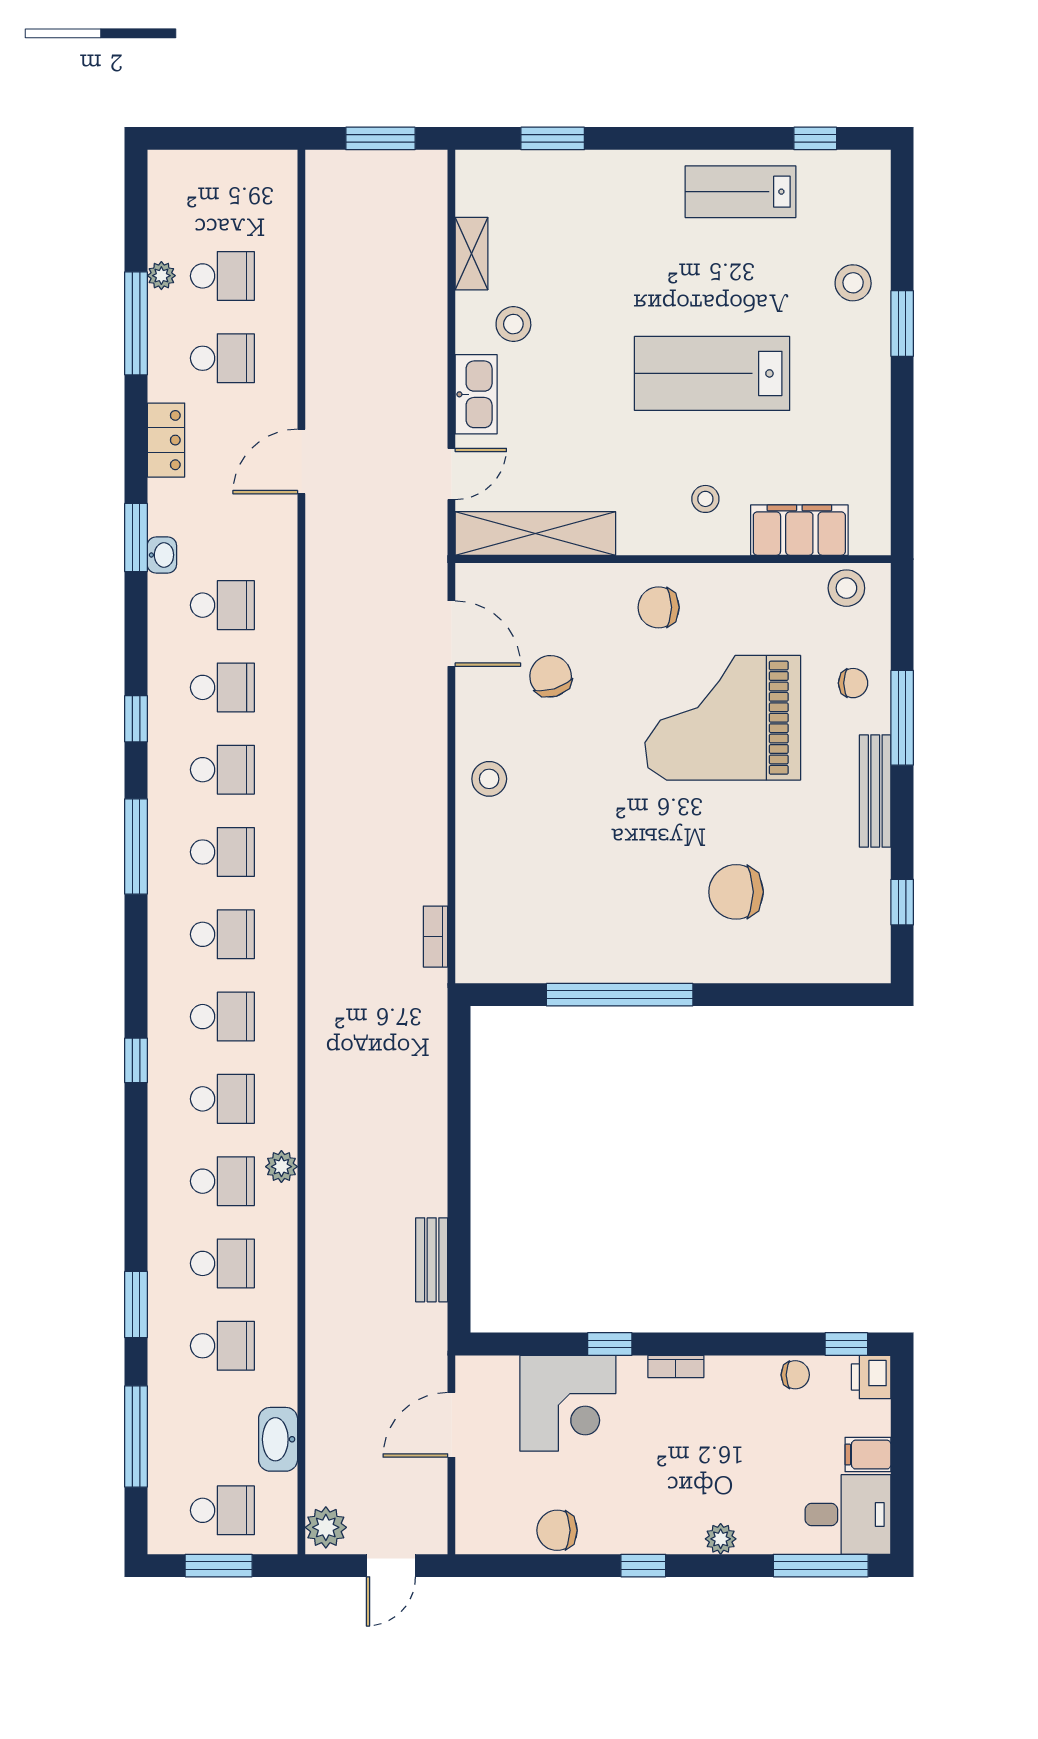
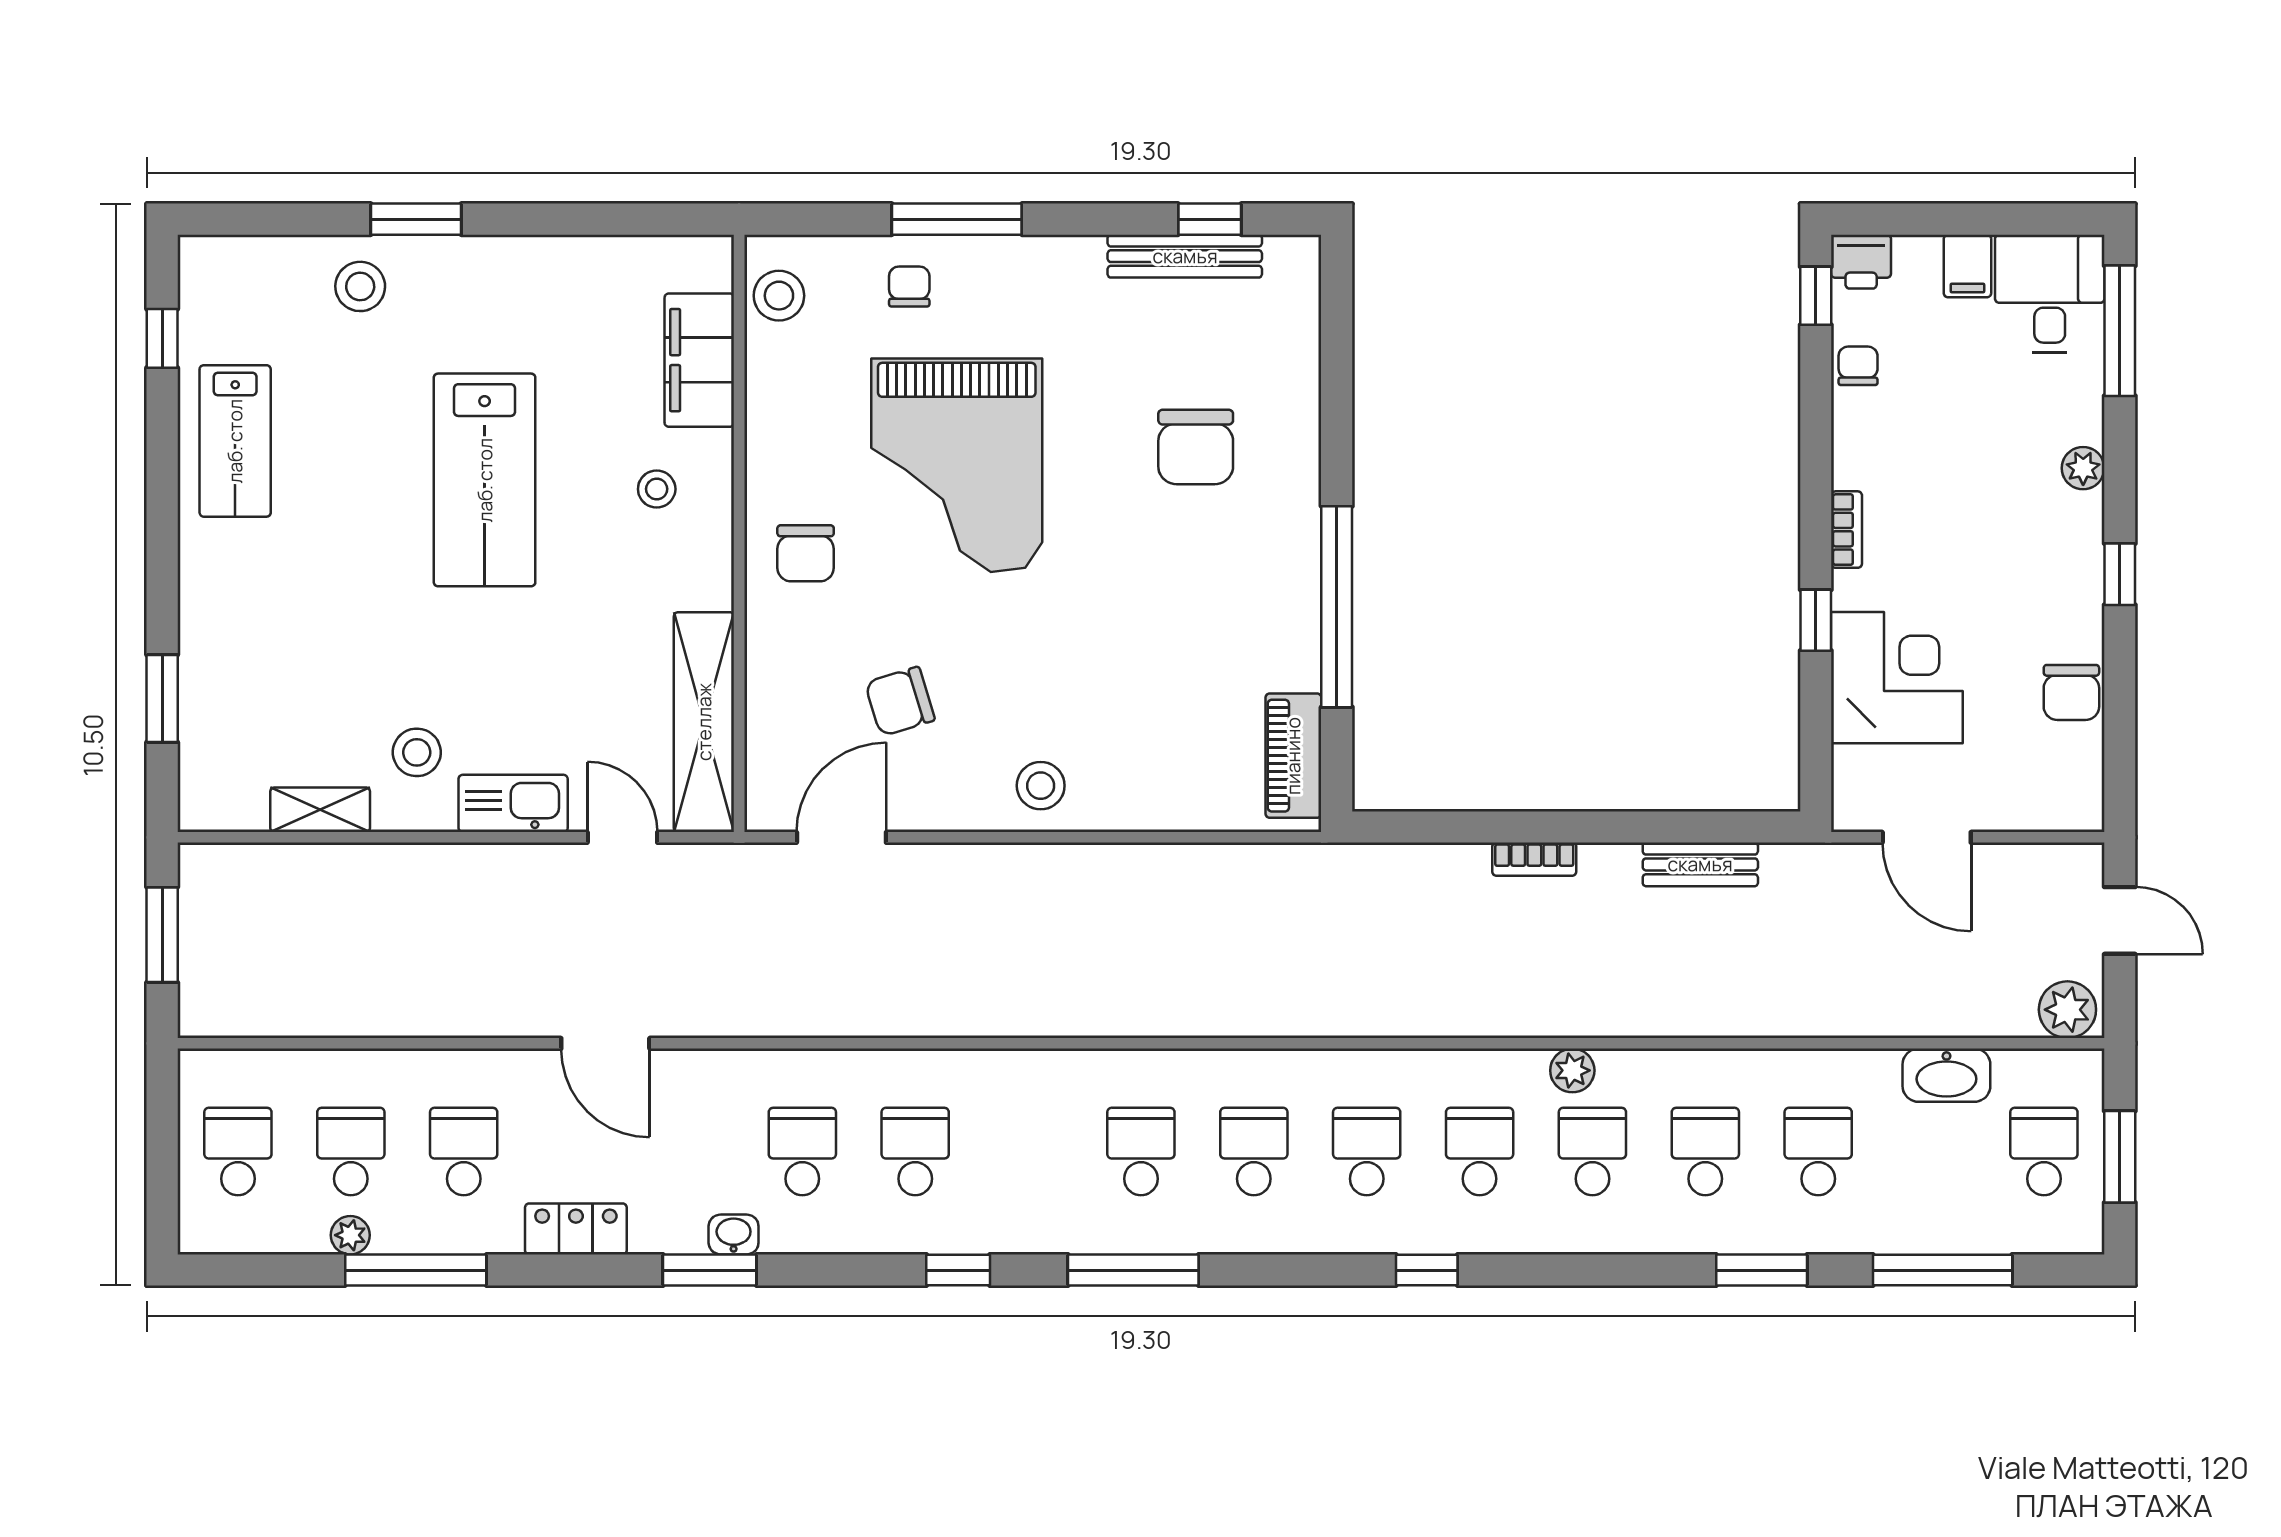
school desk: (222, 770) -> (238, 1152), moved
bench: (875, 791) -> (1185, 256), moved
bookcase: (436, 937) -> (1534, 859), moved
piano: (511, 963) -> (1293, 756), added

